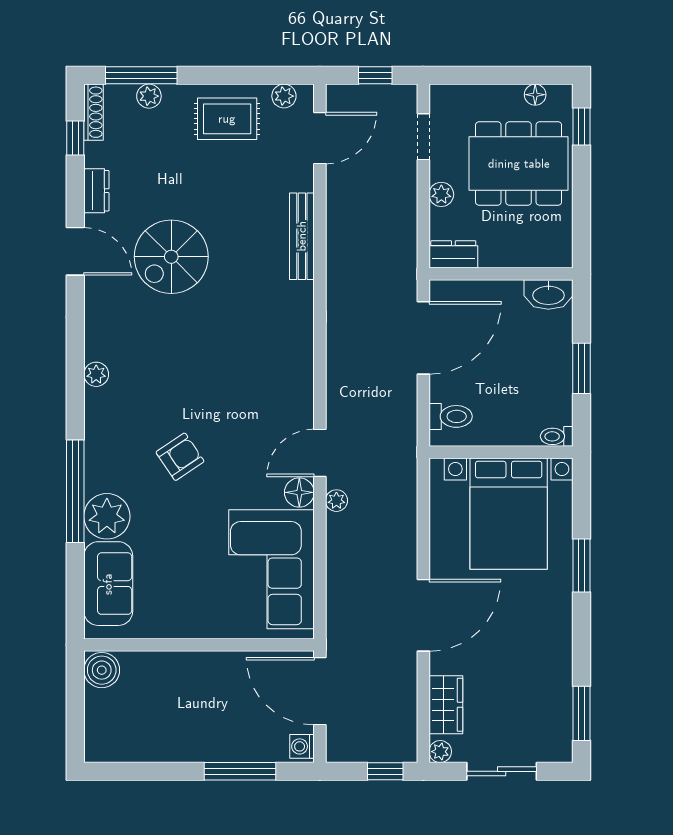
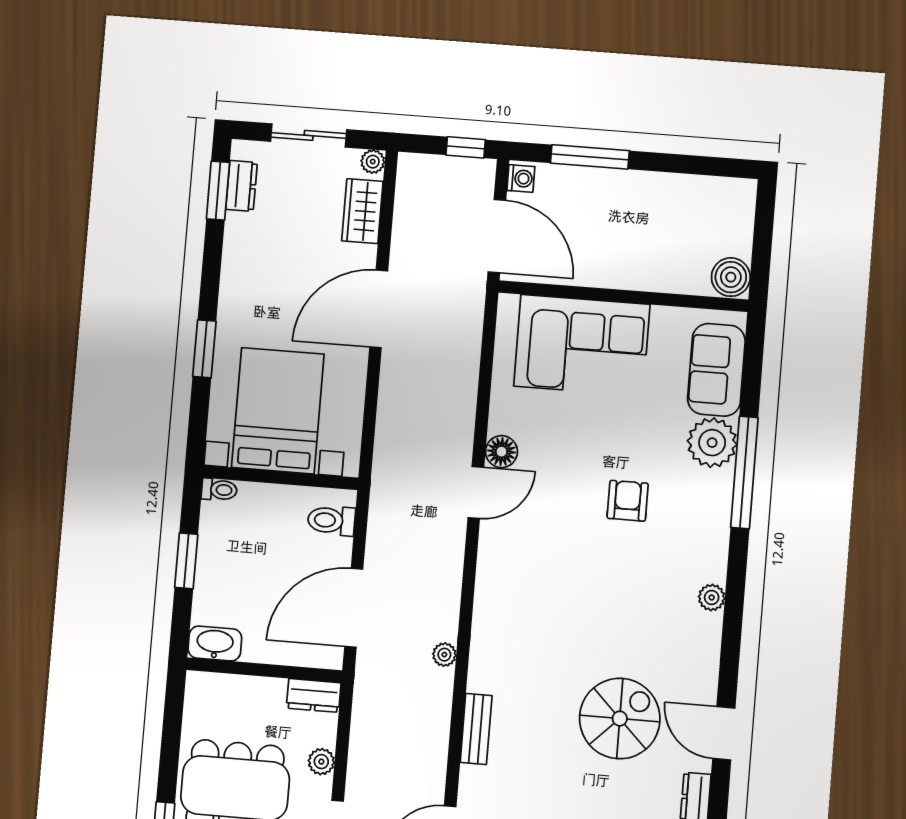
bench: (302, 236) -> (476, 729), width x0.73
armchair: (180, 457) -> (628, 501), turned 124
plant: (336, 501) -> (444, 655), moved
corner sofa: (271, 569) -> (582, 345), moved, turned 90
dresser: (560, 719) -> (242, 186), added
window: (385, 771) -> (466, 147), moved

